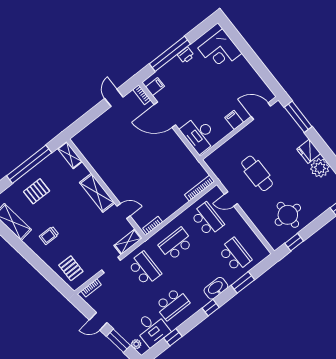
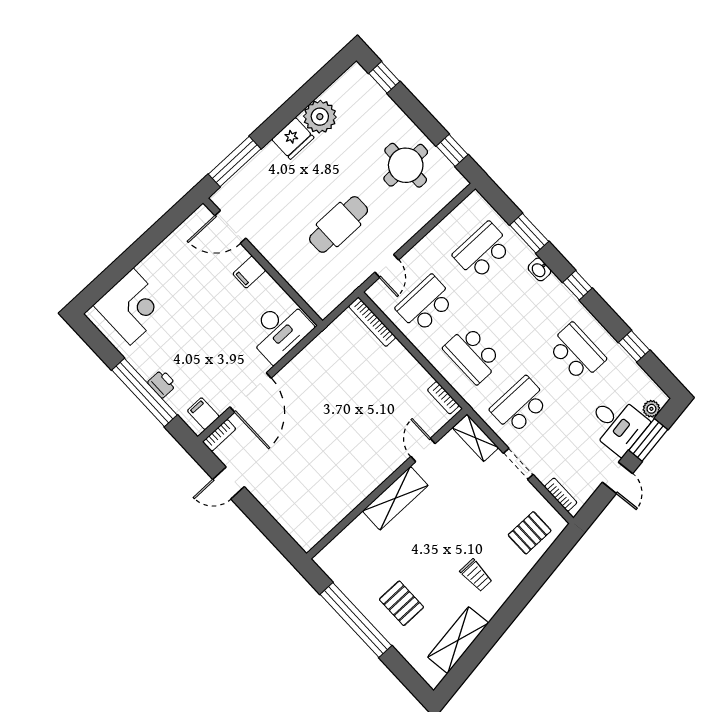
printer: (186, 55) -> (162, 384), moved
door: (261, 111) -> (230, 227), hinge flipped
shelving: (70, 155) -> (334, 551), removed
washbasin: (216, 288) -> (539, 269), width x0.52, depth x0.69
desk: (152, 329) -> (617, 424), moved, turned 82

